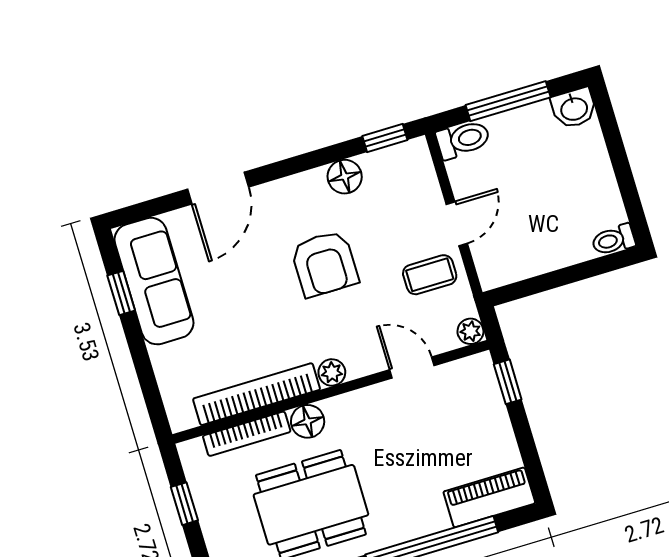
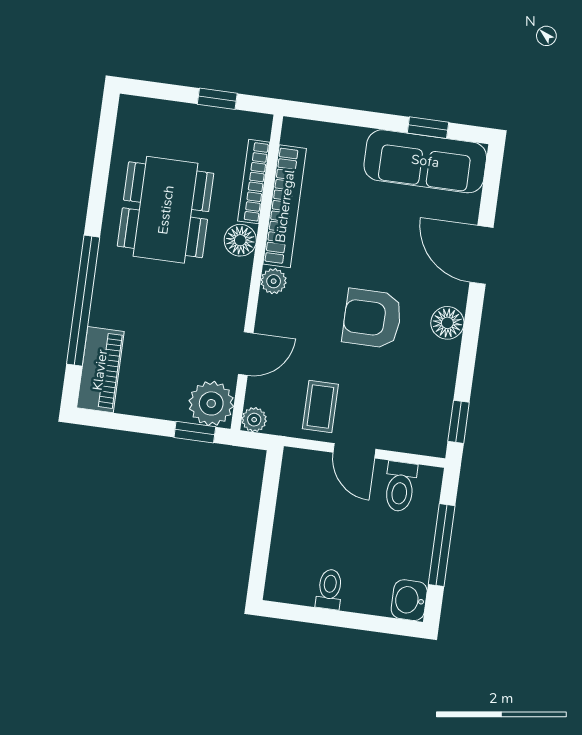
toilet: (463, 139) -> (400, 487), moved
floor lamp: (345, 177) -> (447, 323), moved
toilet: (613, 240) -> (330, 589), moved
plant: (474, 379) -> (211, 403), added

